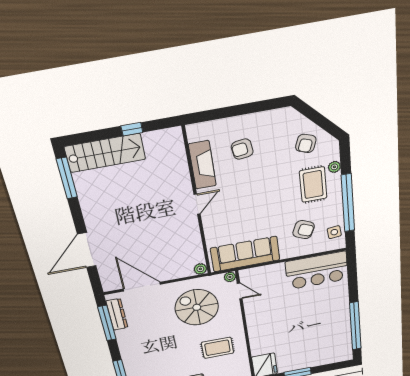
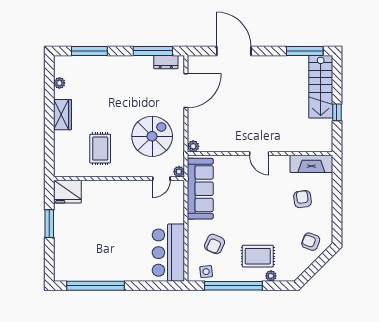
armchair: (306, 143) -> (311, 242), moved
fireplace: (202, 165) -> (311, 164), moved
dresser: (117, 314) -> (166, 62), width x0.70

